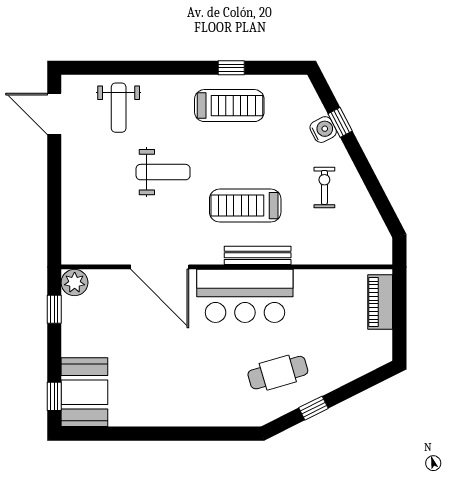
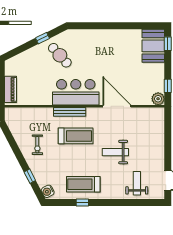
water cooler: (323, 130) -> (48, 191), moved
cafe table: (278, 373) -> (60, 55), turned 64

